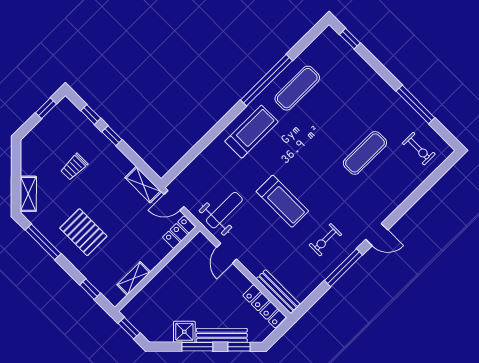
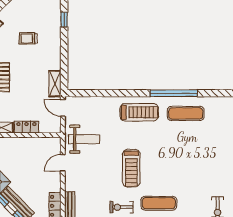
window: (112, 136) -> (64, 42), removed
exercise mat: (365, 153) -> (159, 203), moved
treadmill: (282, 201) -> (131, 168), moved
locker: (179, 232) -> (26, 127), moved

